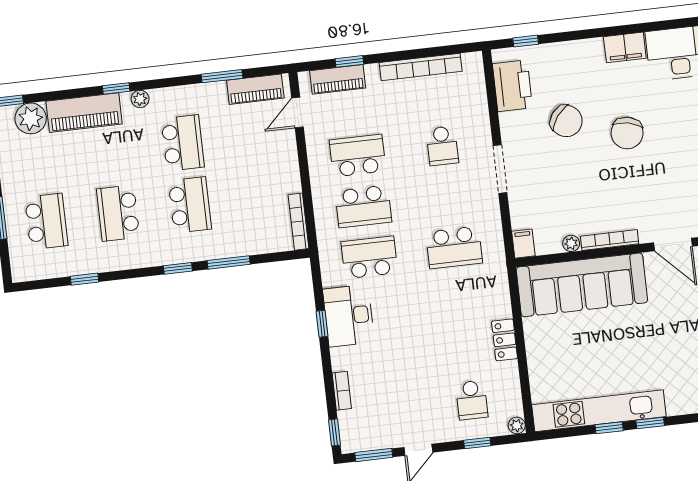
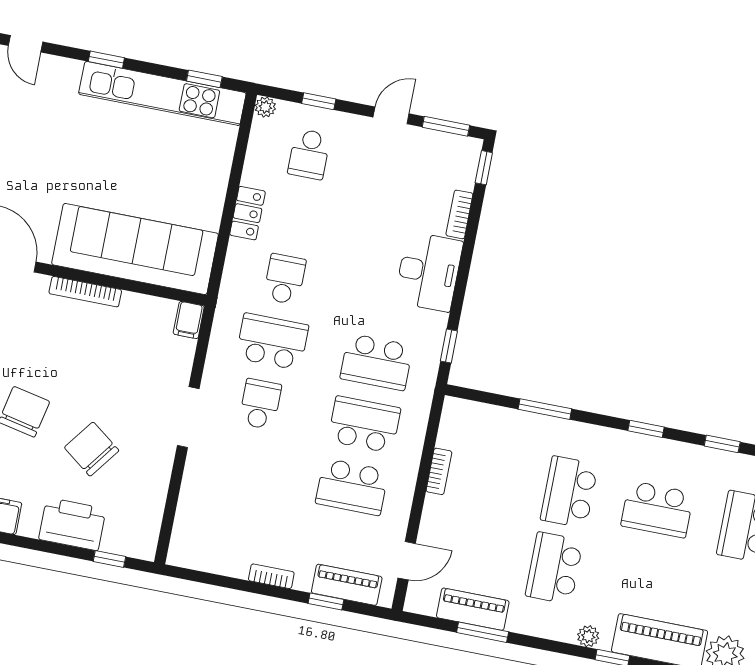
bookcase: (421, 67) -> (271, 576), width x0.43, depth x0.76
printer: (512, 86) -> (72, 524), moved, turned 90
piano: (255, 89) -> (473, 609), moved
school desk: (442, 146) -> (260, 404), moved
school desk: (118, 213) -> (657, 509), turned 90
bookcase: (298, 222) -> (439, 471), moved, width x0.64
plant: (571, 243) -> (132, 302), removed
window: (178, 268) -> (646, 429), moved
school desk: (460, 298) -> (285, 279), added
desk: (349, 316) -> (429, 272), moved
window: (322, 324) -> (449, 346), moved
school desk: (472, 400) -> (309, 154), turned 180
window: (609, 428) -> (204, 79), moved

